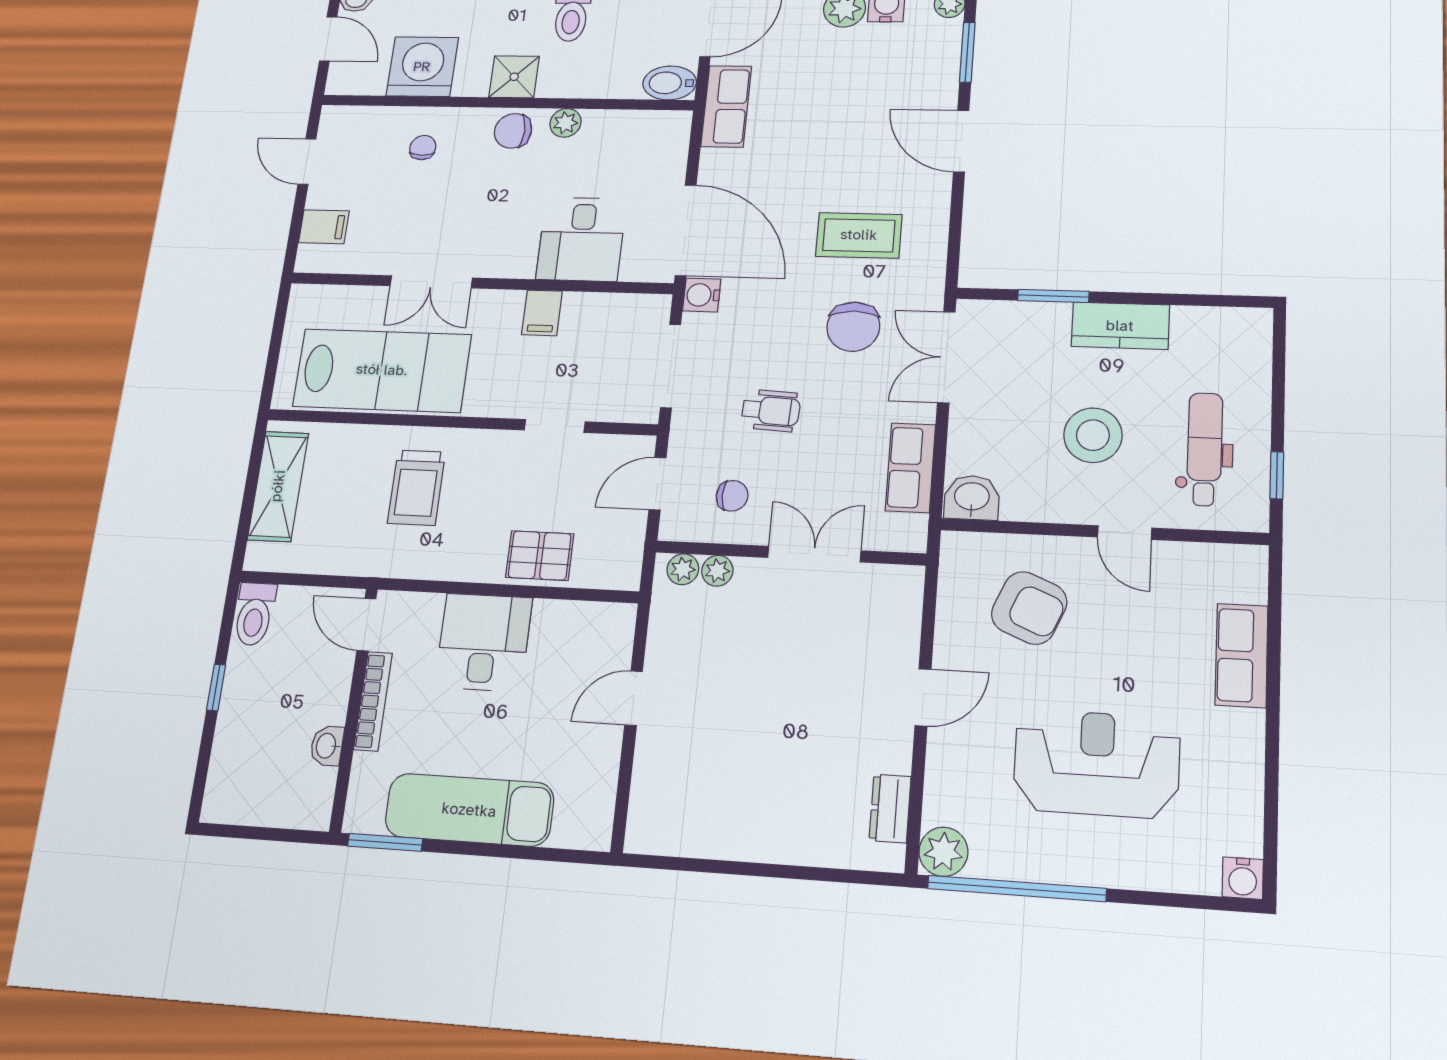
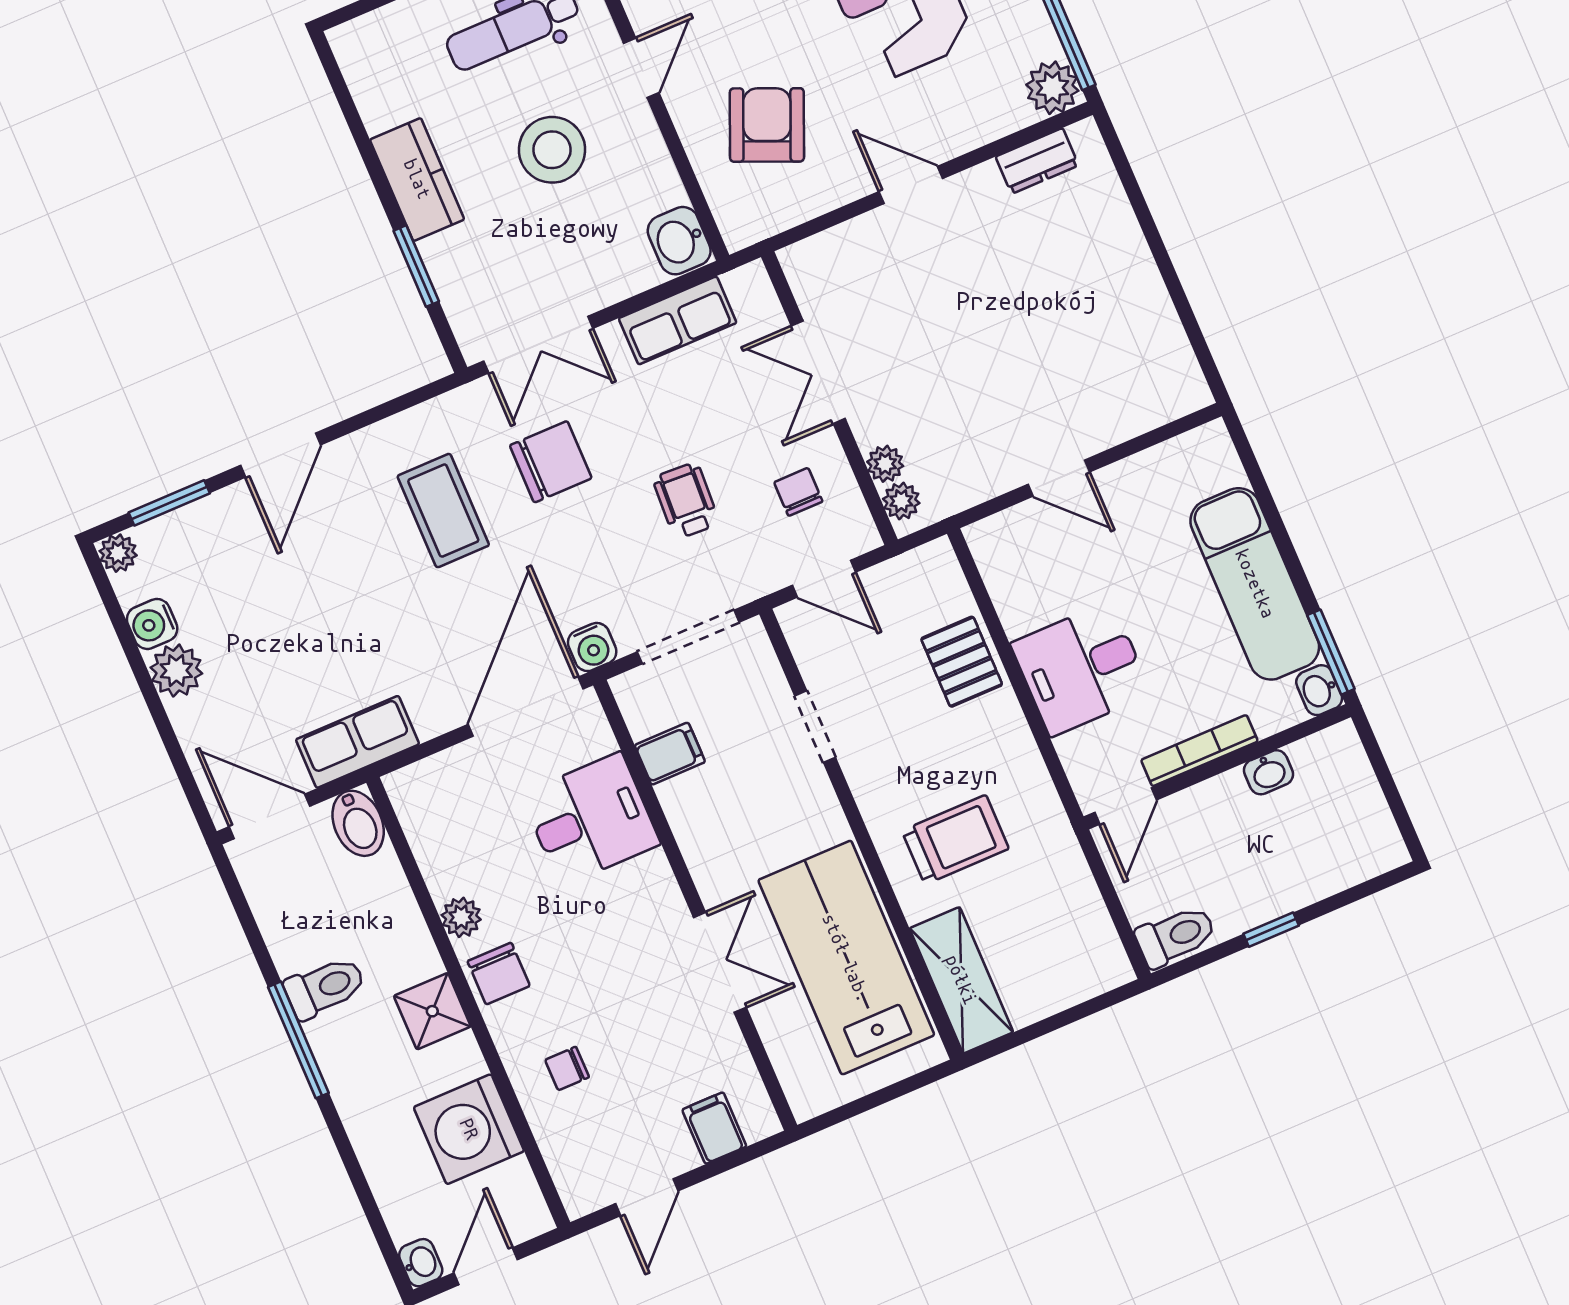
filing cabinet: (542, 313) -> (670, 754), moved
shelving: (278, 486) -> (961, 980), moved, turned 90
washbasin: (363, 818) -> (1319, 690), added

